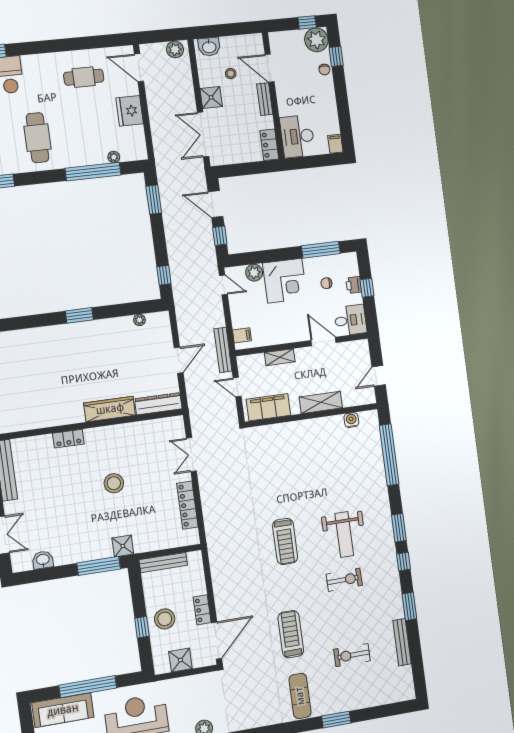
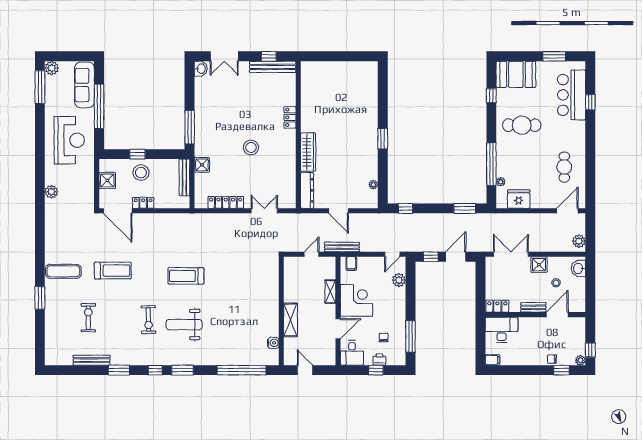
plant: (316, 40) -> (580, 360), width x0.53, depth x0.53
fridge: (130, 111) -> (519, 199), moved
corner desk: (285, 281) -> (357, 300), moved, turned 180
filing cabinet: (268, 407) -> (293, 277), removed
shower: (123, 546) -> (202, 165), moved
washbasin: (43, 560) -> (201, 69), moved

